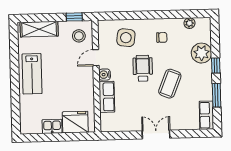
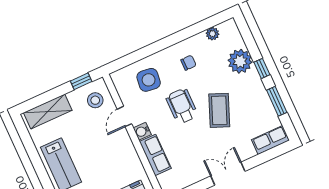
row of seats: (206, 115) -> (270, 140), moved, turned 90

